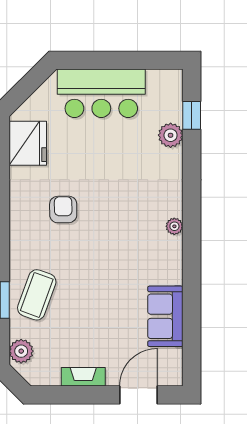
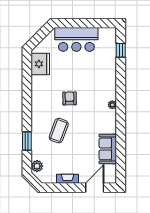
plant: (171, 135) -> (110, 60), removed
armchair: (63, 209) -> (70, 98), moved
coffee table: (37, 295) -> (59, 131), moved

